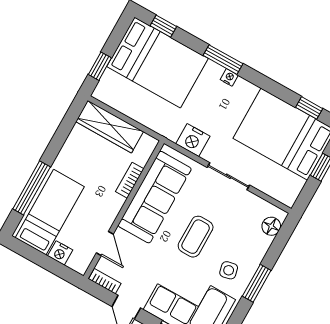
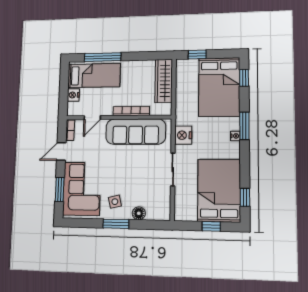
bookcase: (130, 180) -> (131, 111), width x1.56
floor lamp: (271, 226) -> (139, 213), moved
coffee table: (196, 237) -> (125, 170), removed

